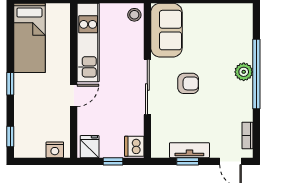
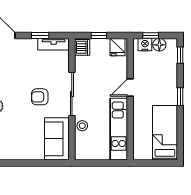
stool: (134, 15) -> (82, 126), moved
floor lamp: (37, 150) -> (159, 45), added
tv unit: (189, 150) -> (54, 44), moved
window: (48, 161) -> (151, 35), added

